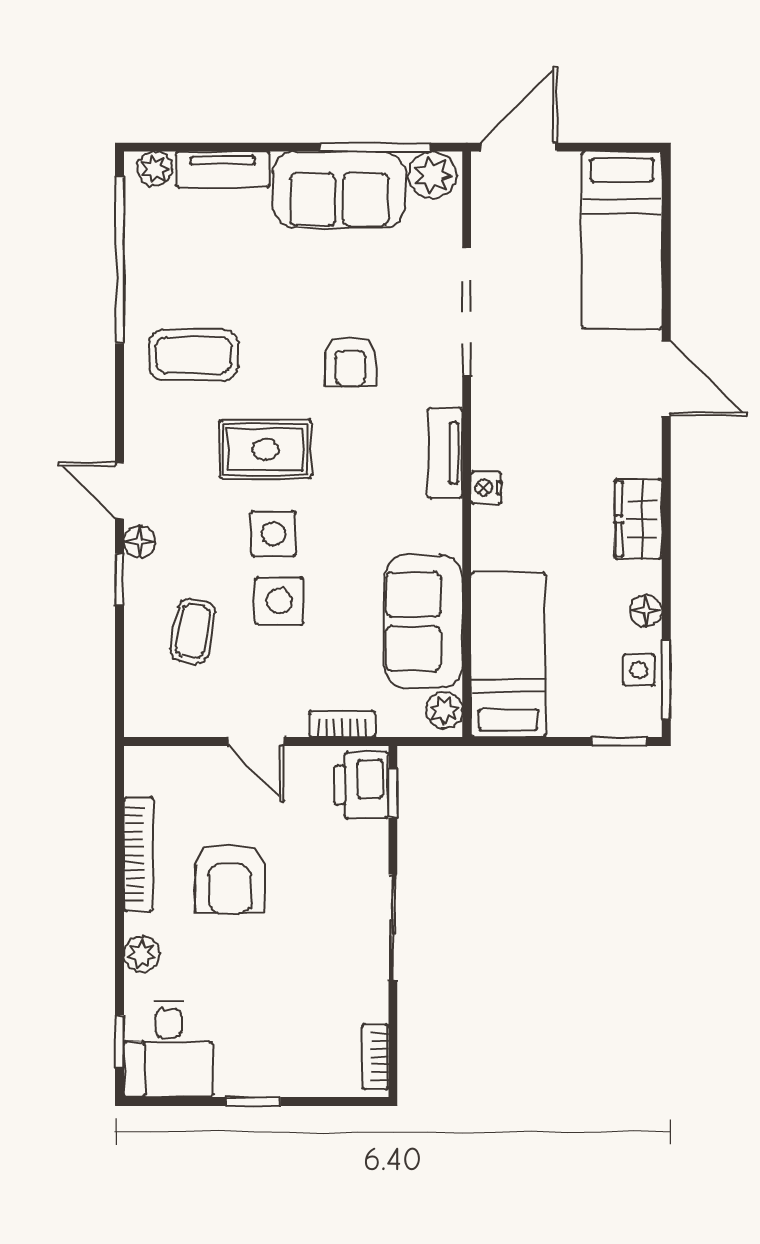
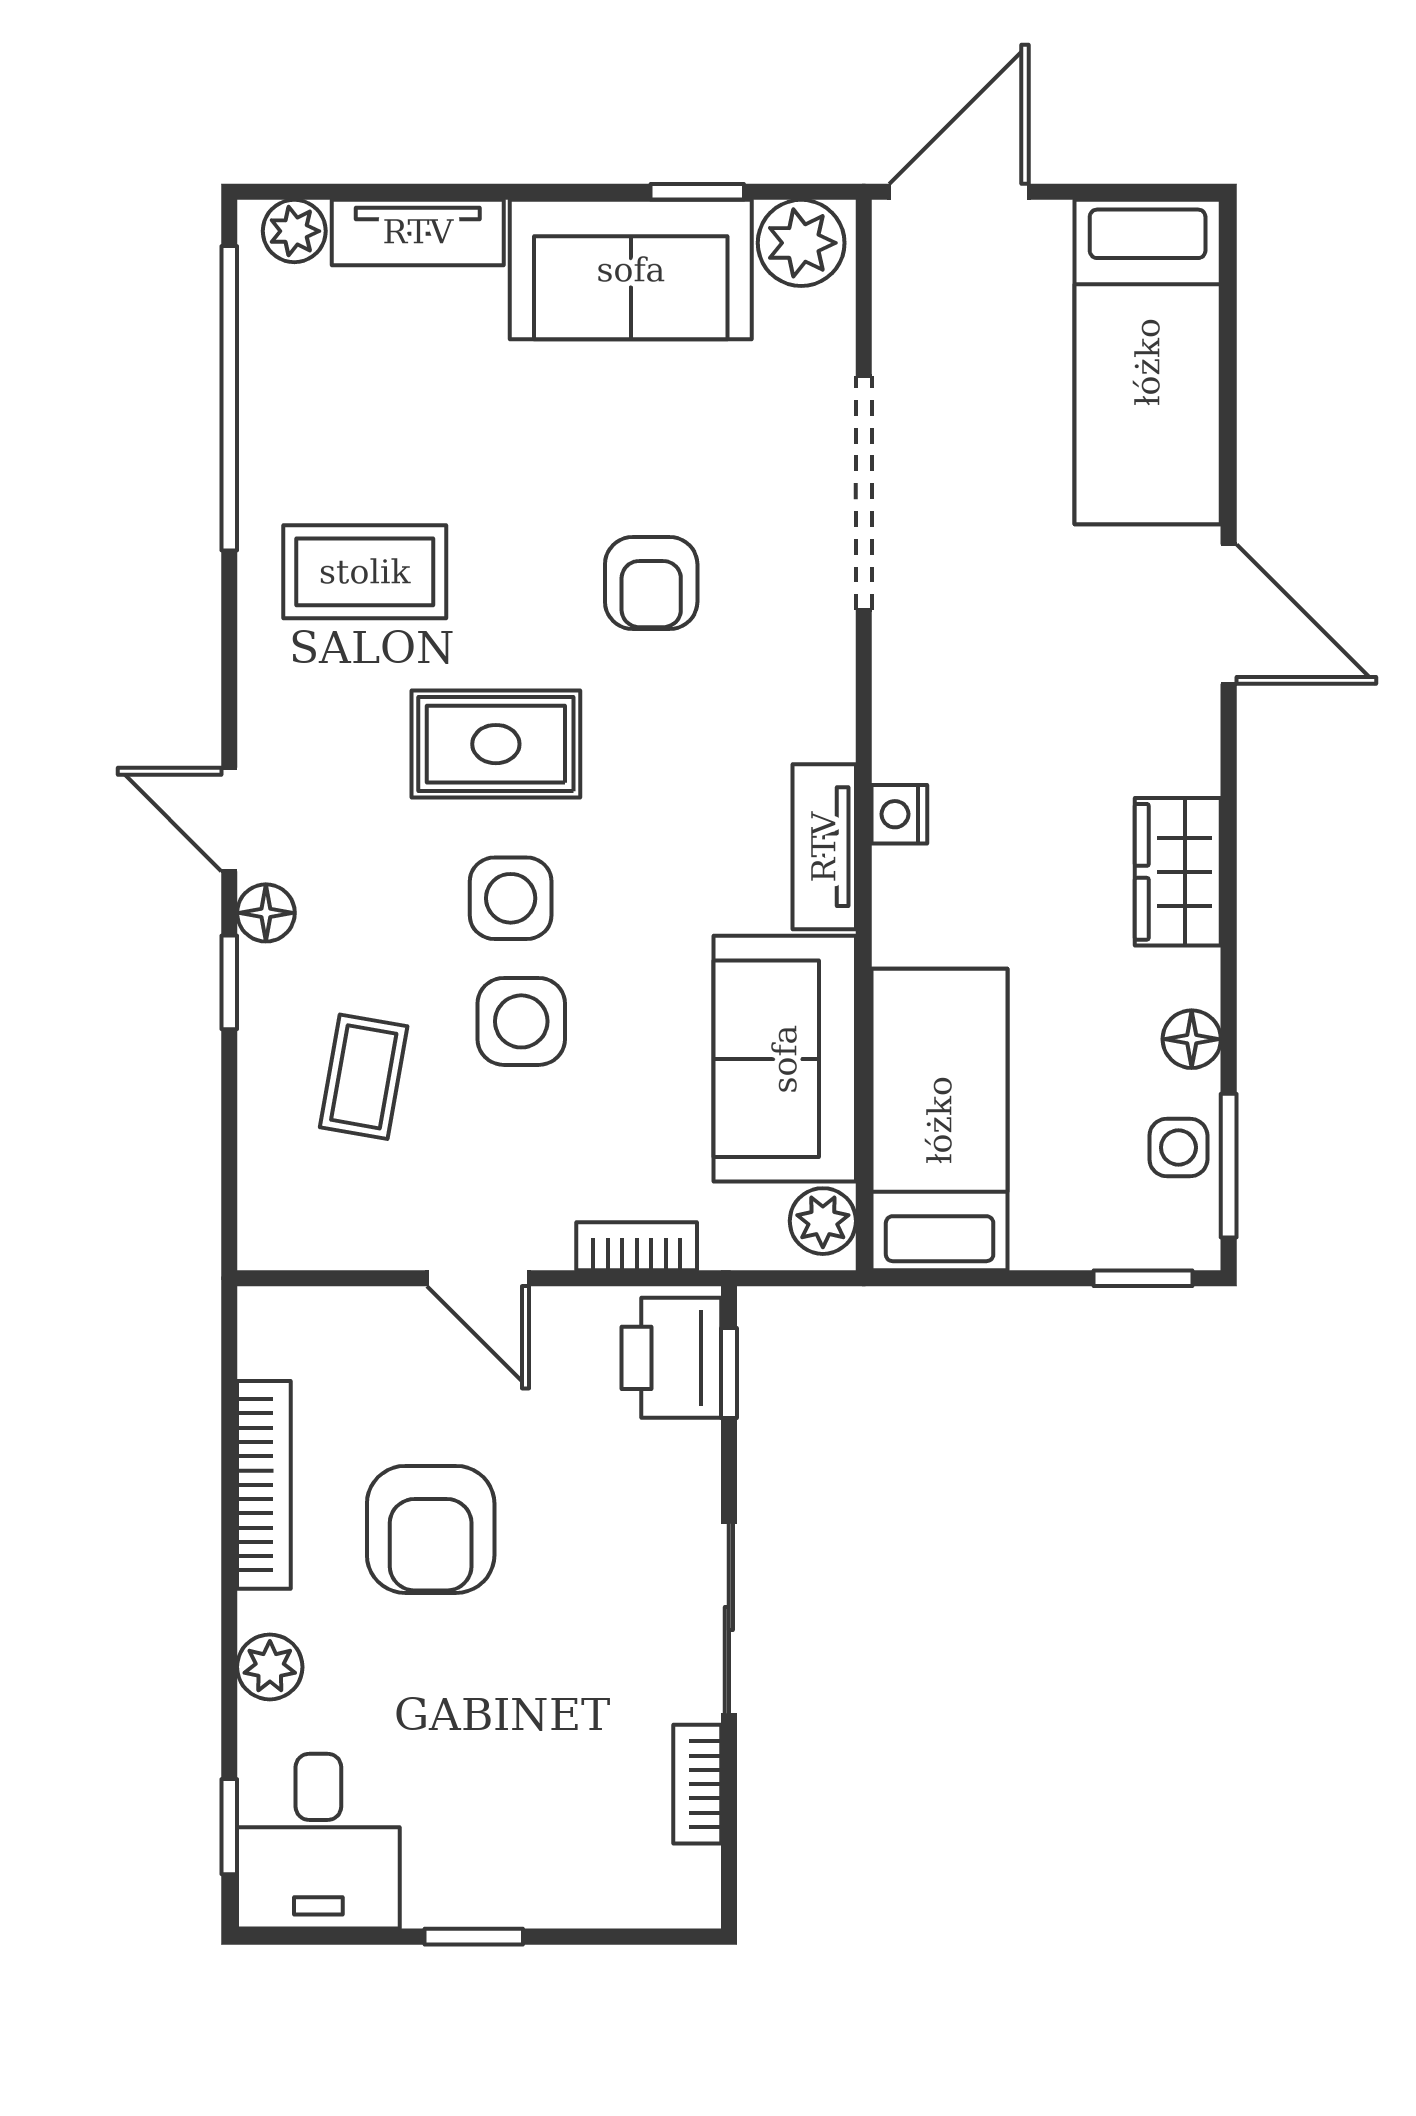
window: (376, 147) -> (697, 192), width x0.46
tv unit: (445, 453) -> (824, 847), moved
bookcase: (376, 1057) -> (697, 1784), moved

